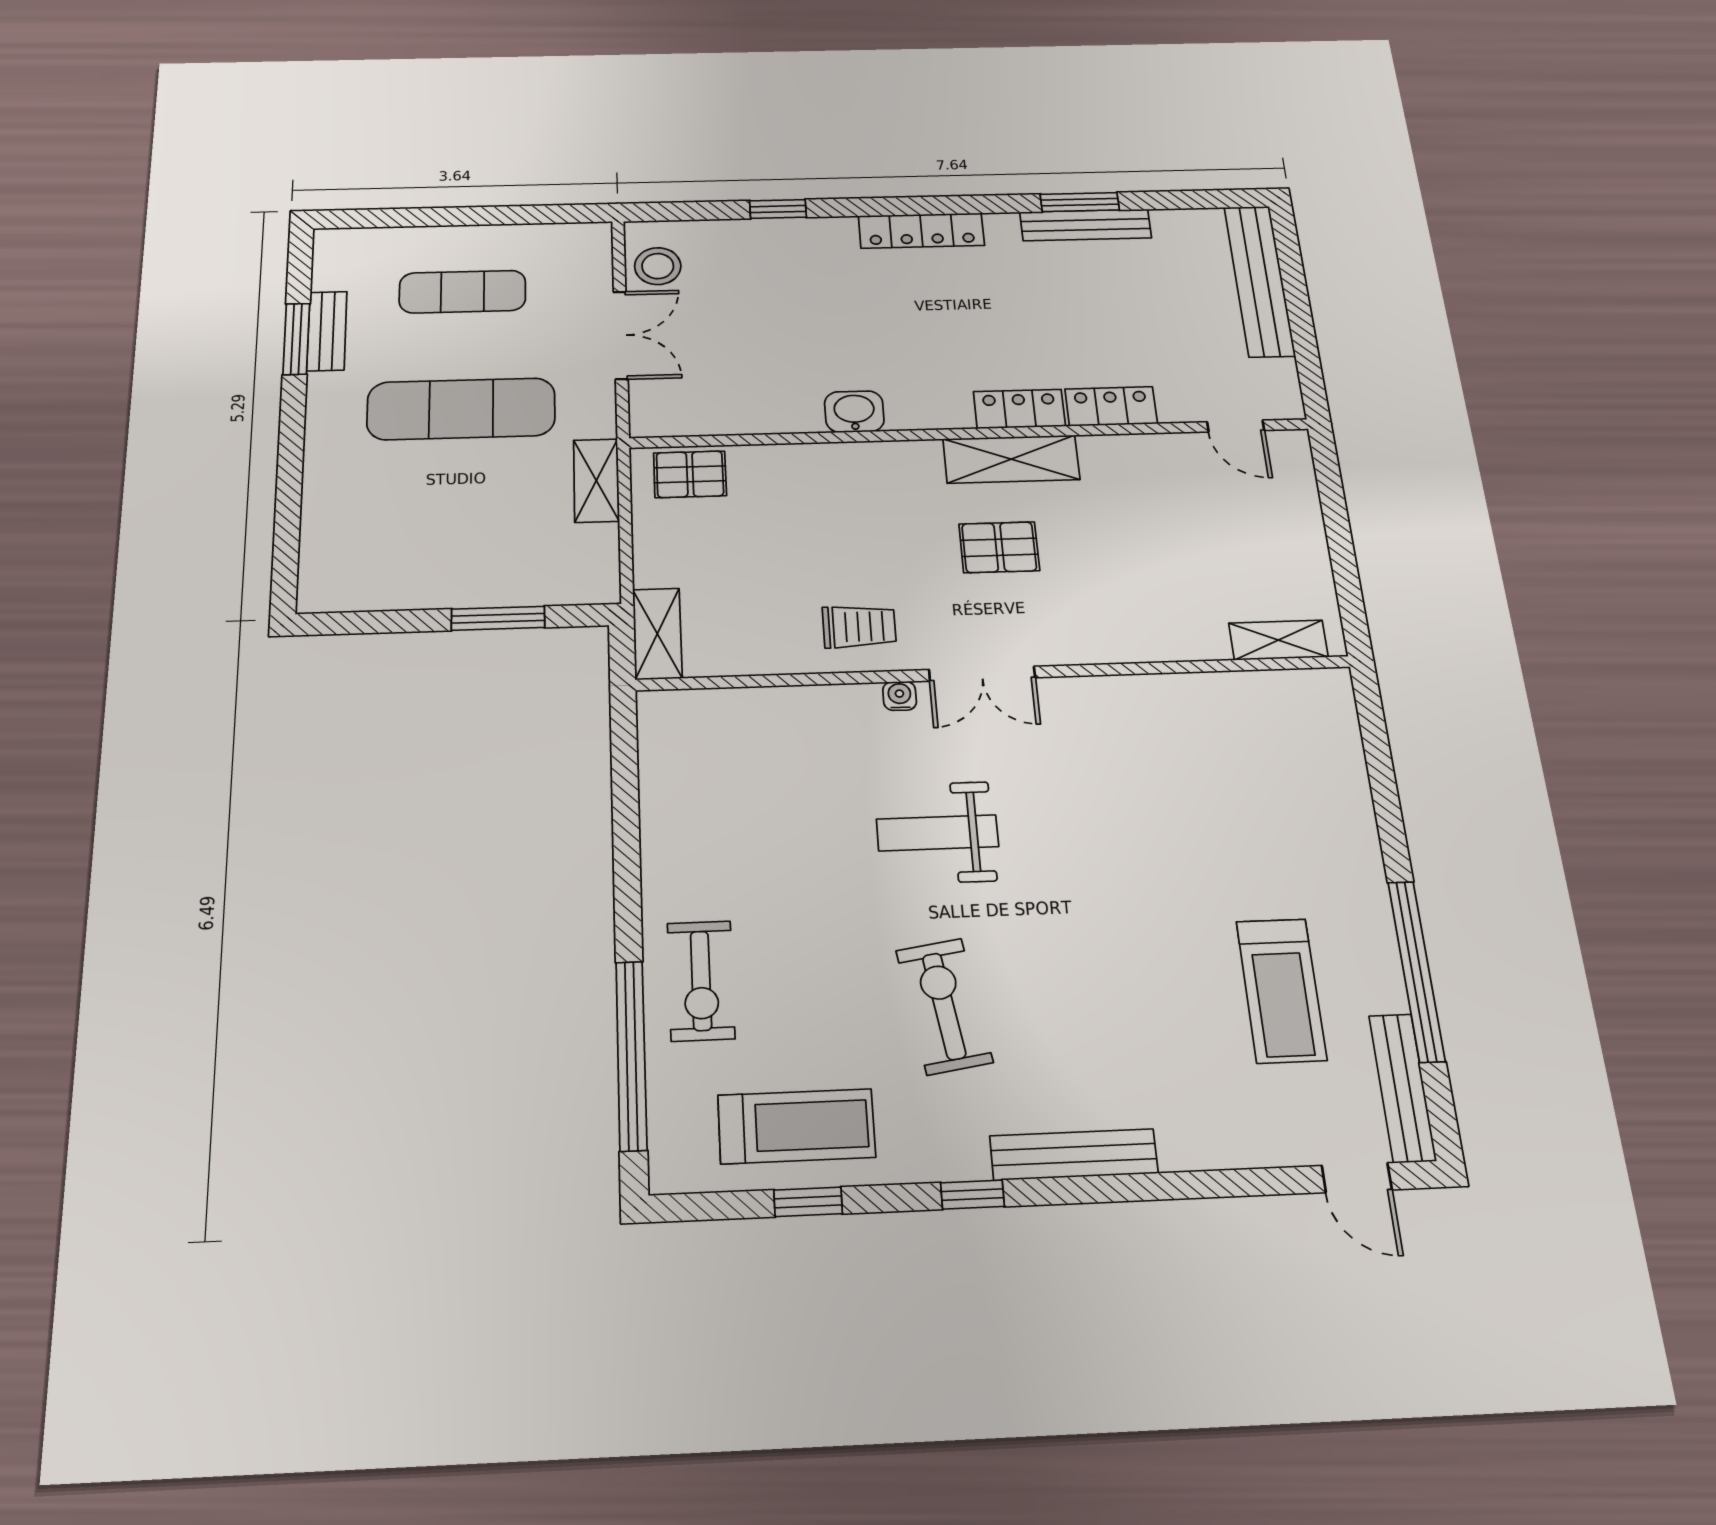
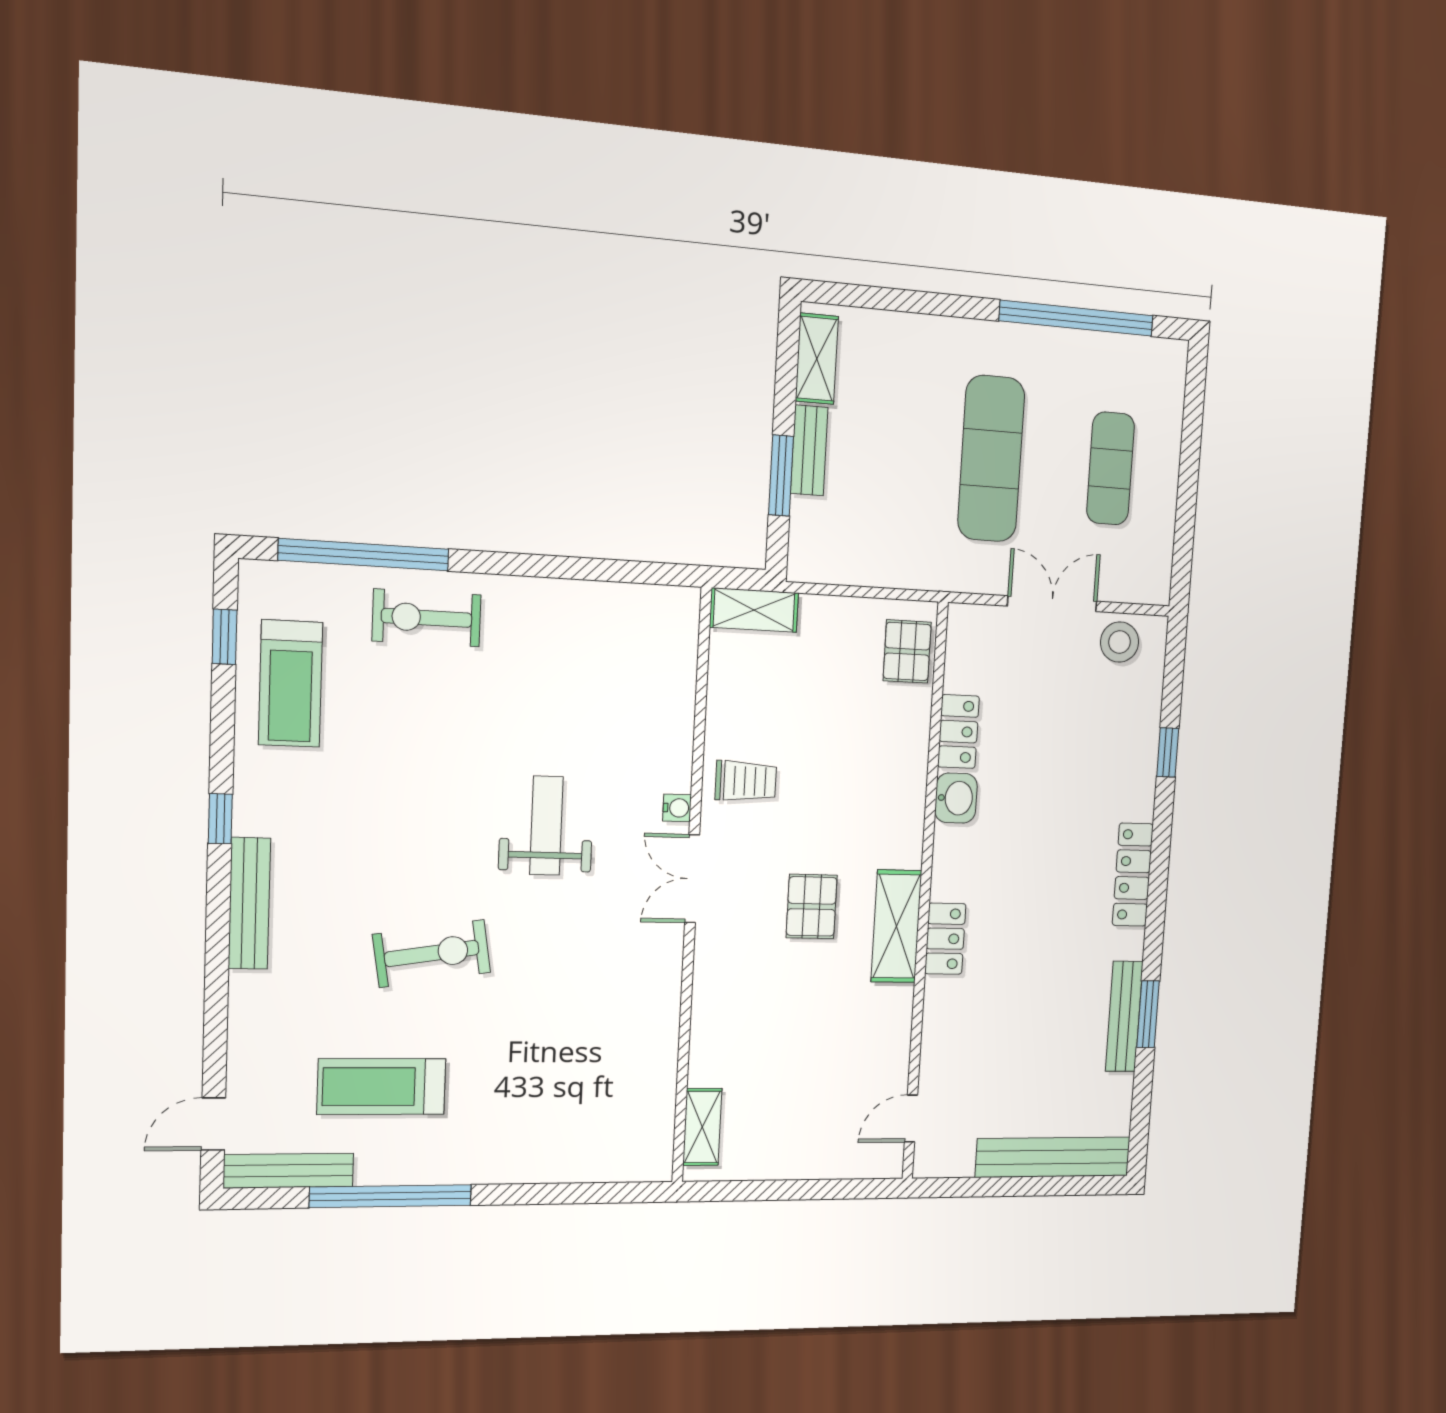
bench: (327, 331) -> (809, 450), moved, turned 90
double door: (621, 335) -> (1052, 604), swing flipped
window: (296, 339) -> (1076, 318), width x2.11
locker: (1111, 406) -> (958, 732), moved
shelving: (596, 480) -> (817, 359), moved, turned 90
trolley: (859, 627) -> (746, 781), turned -90
exercise bike: (944, 1006) -> (432, 953), moved
window: (808, 1202) -> (225, 637), moved

